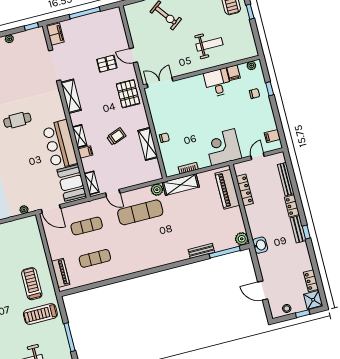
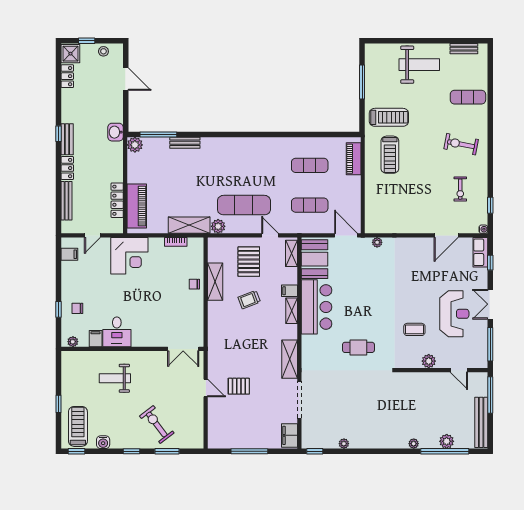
pallet: (128, 94) -> (249, 262), moved

